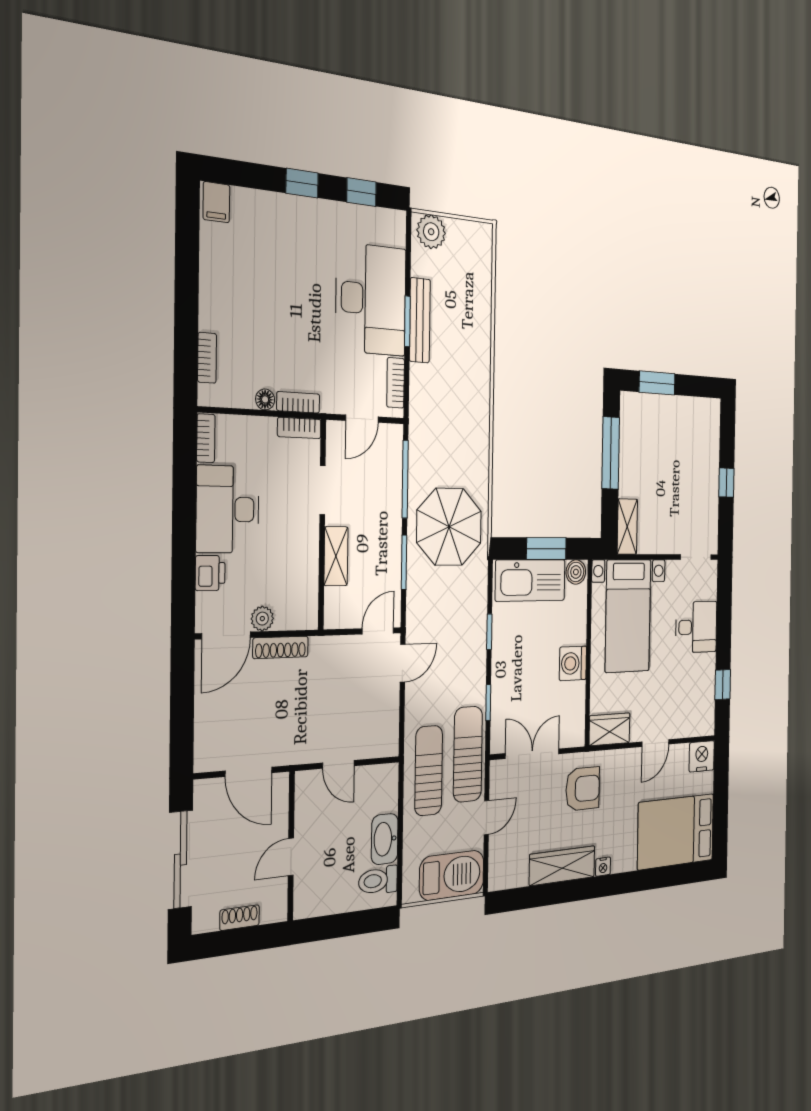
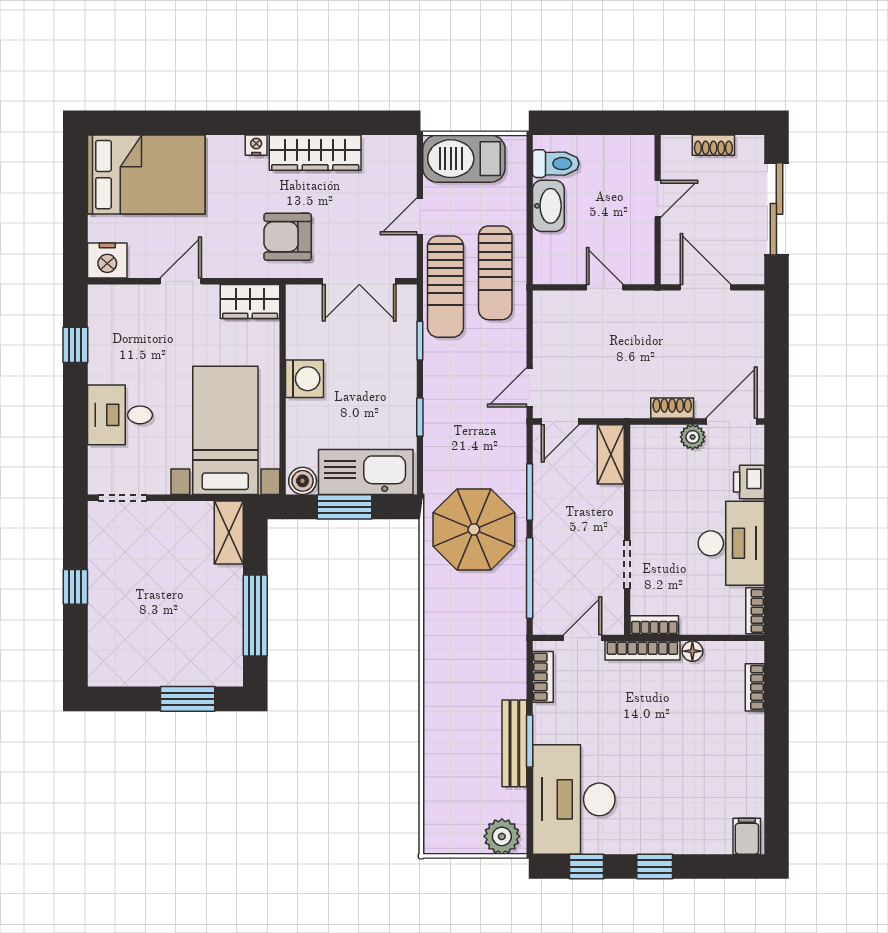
desk: (371, 299) -> (574, 799), moved
bookcase: (298, 402) -> (642, 651), width x1.56
shelving: (336, 556) -> (611, 454), moved
shoe rack: (281, 647) -> (672, 408), width x0.70

